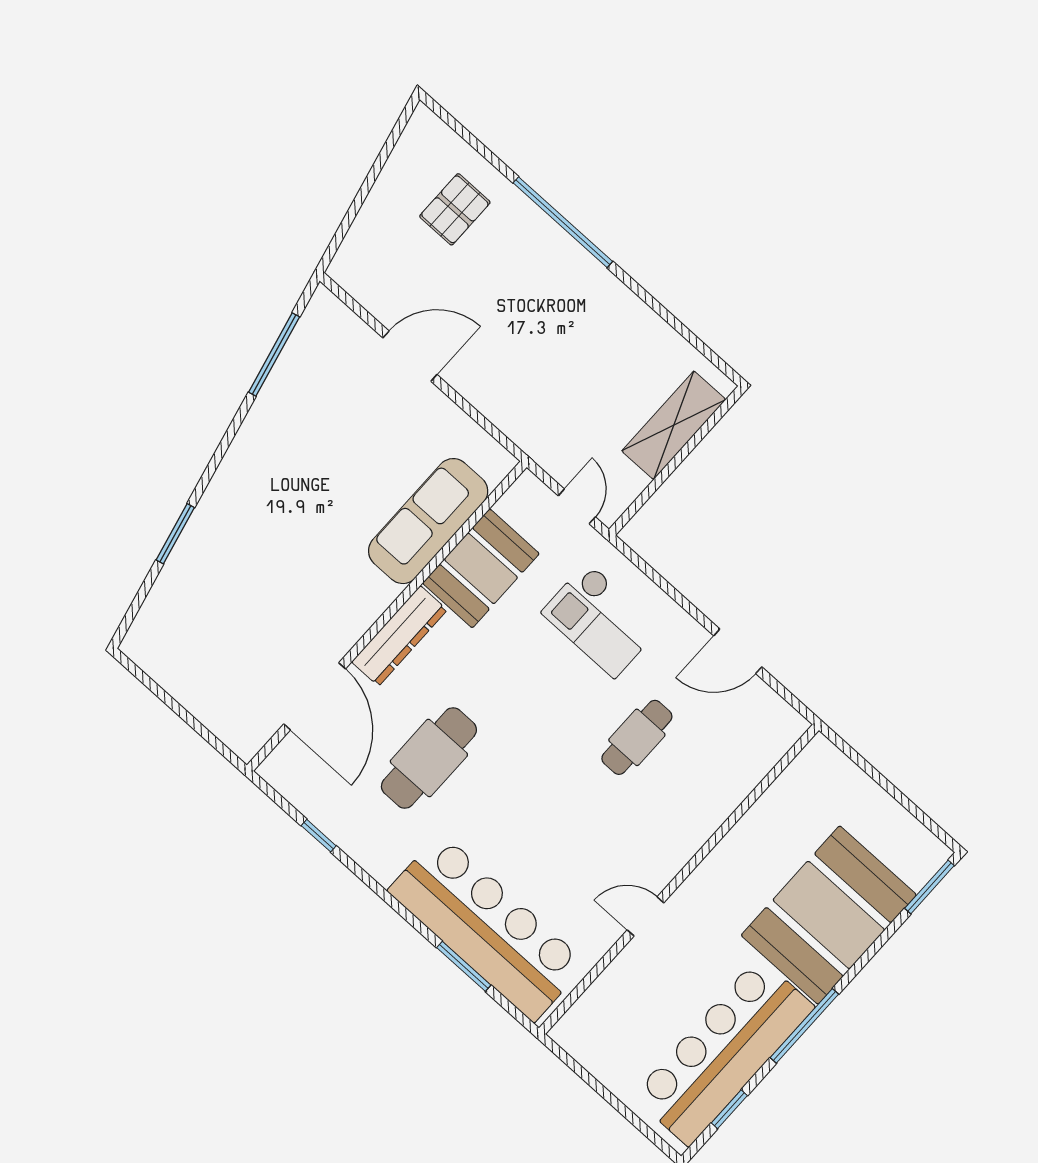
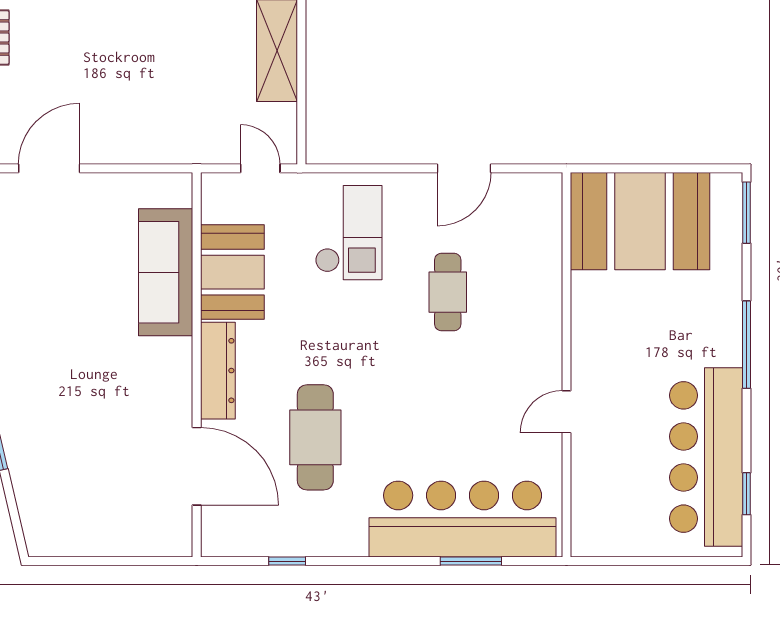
checkout: (601, 620) -> (349, 233), turned -90
booth: (829, 915) -> (640, 221), moved, turned 90
window: (804, 1026) -> (746, 345), moved

